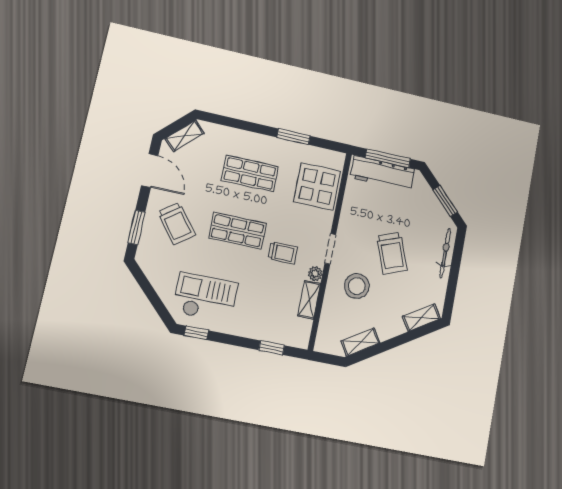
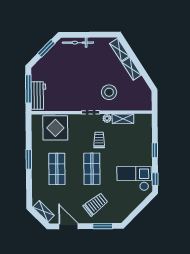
window: (294, 137) -> (29, 159), moved
door: (150, 171) -> (69, 226), hinge flipped
workbench: (382, 173) -> (38, 96), width x0.73
trolley: (392, 253) -> (85, 75), removed
checkout: (205, 297) -> (134, 179), turned 90
shelving: (360, 342) -> (132, 69), moved
window: (272, 348) -> (155, 150), moved

